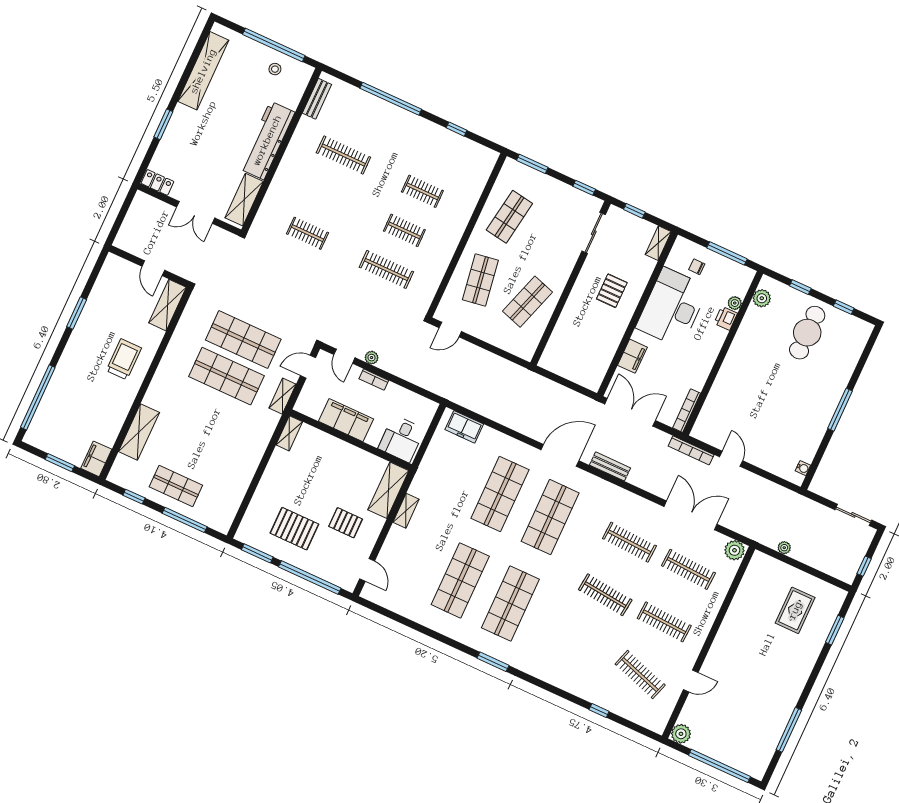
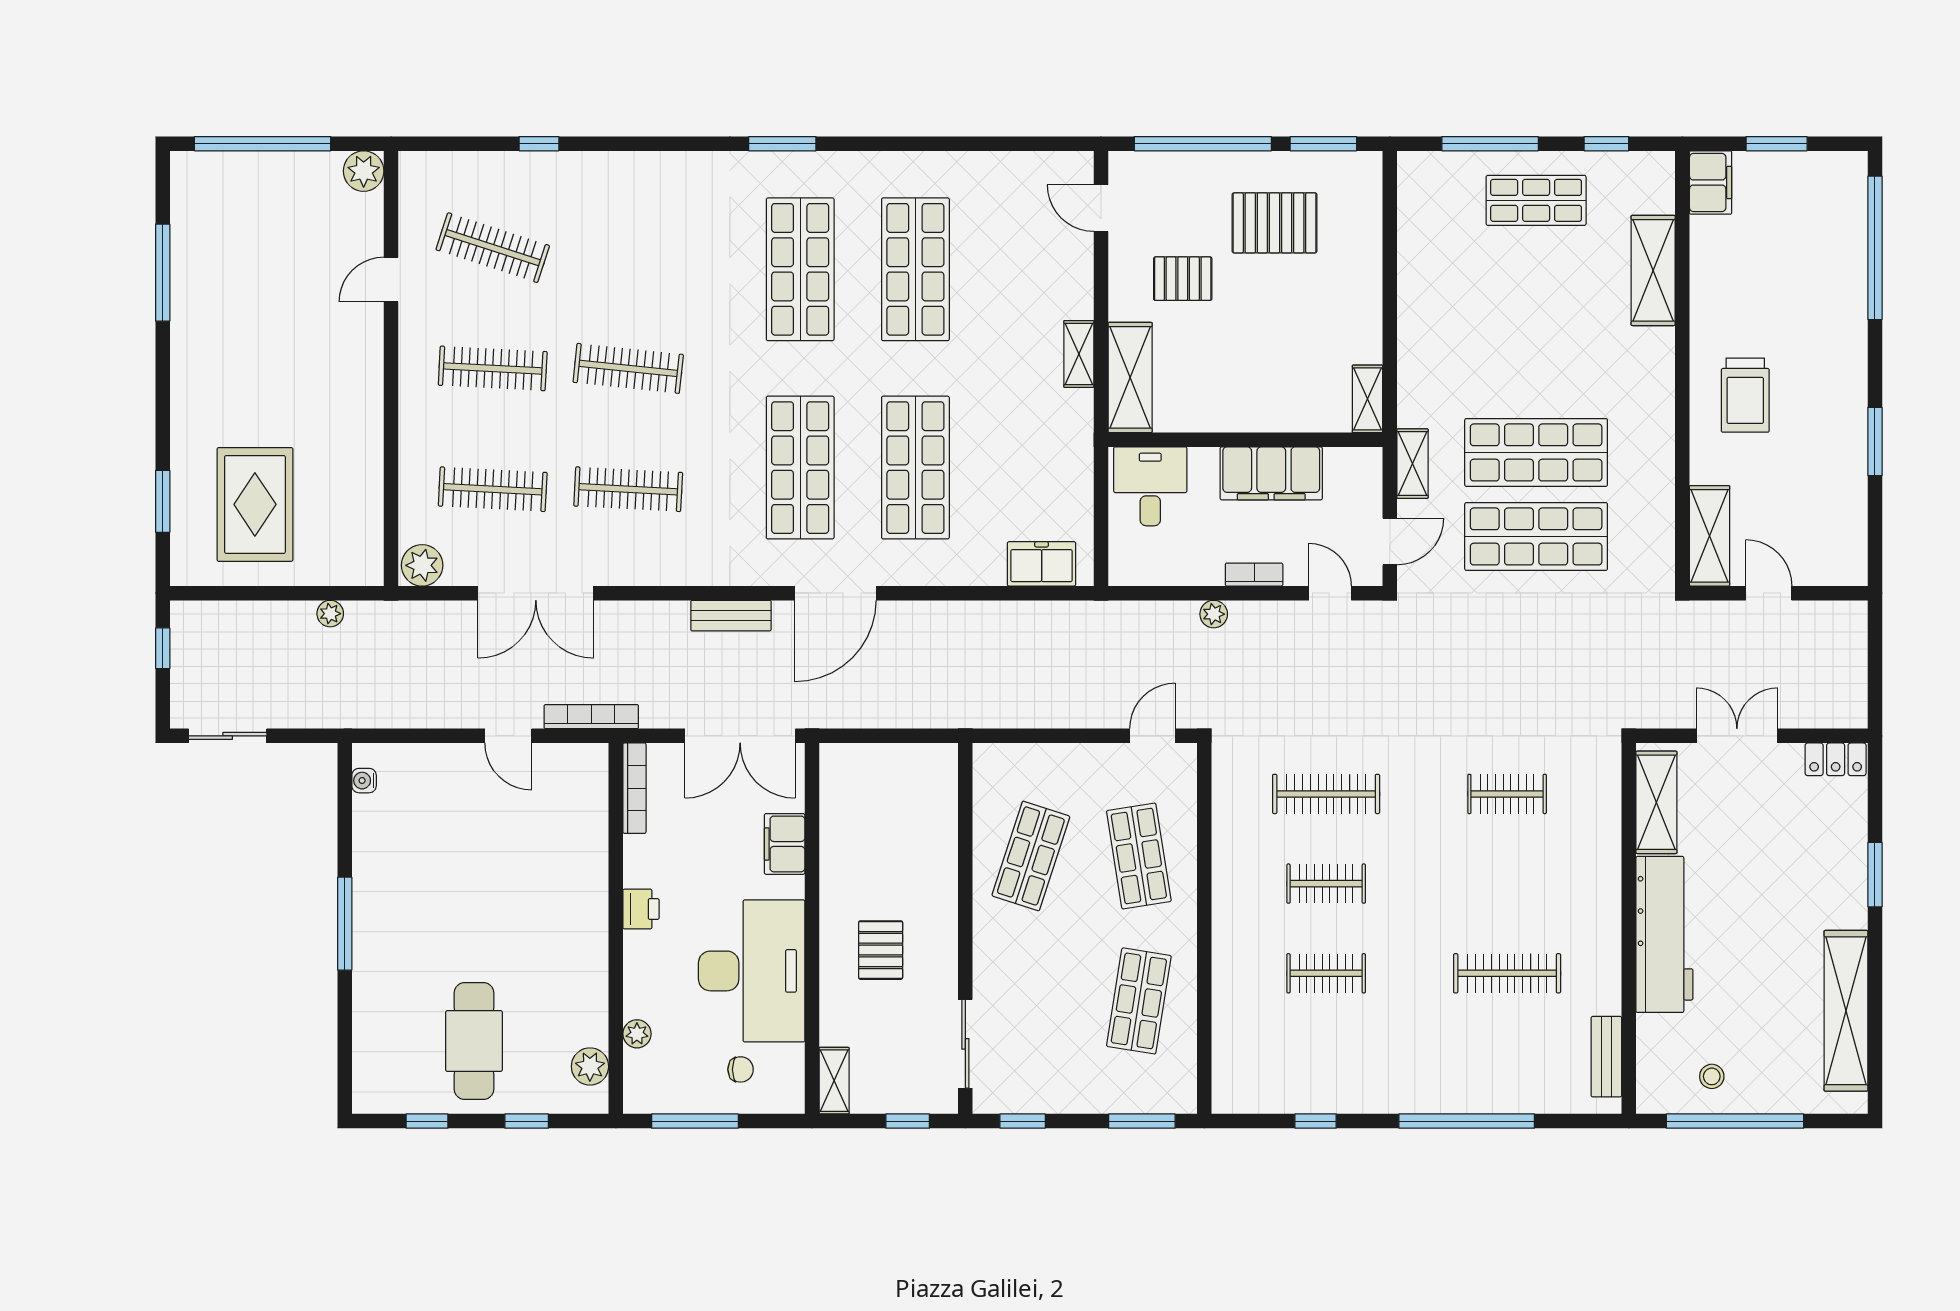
printer: (726, 318) -> (641, 909), moved
plant: (372, 358) -> (1214, 614), moved
rug: (795, 610) -> (255, 504), width x1.36, depth x1.43

